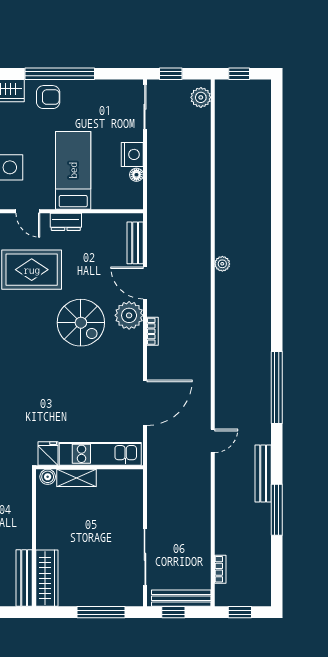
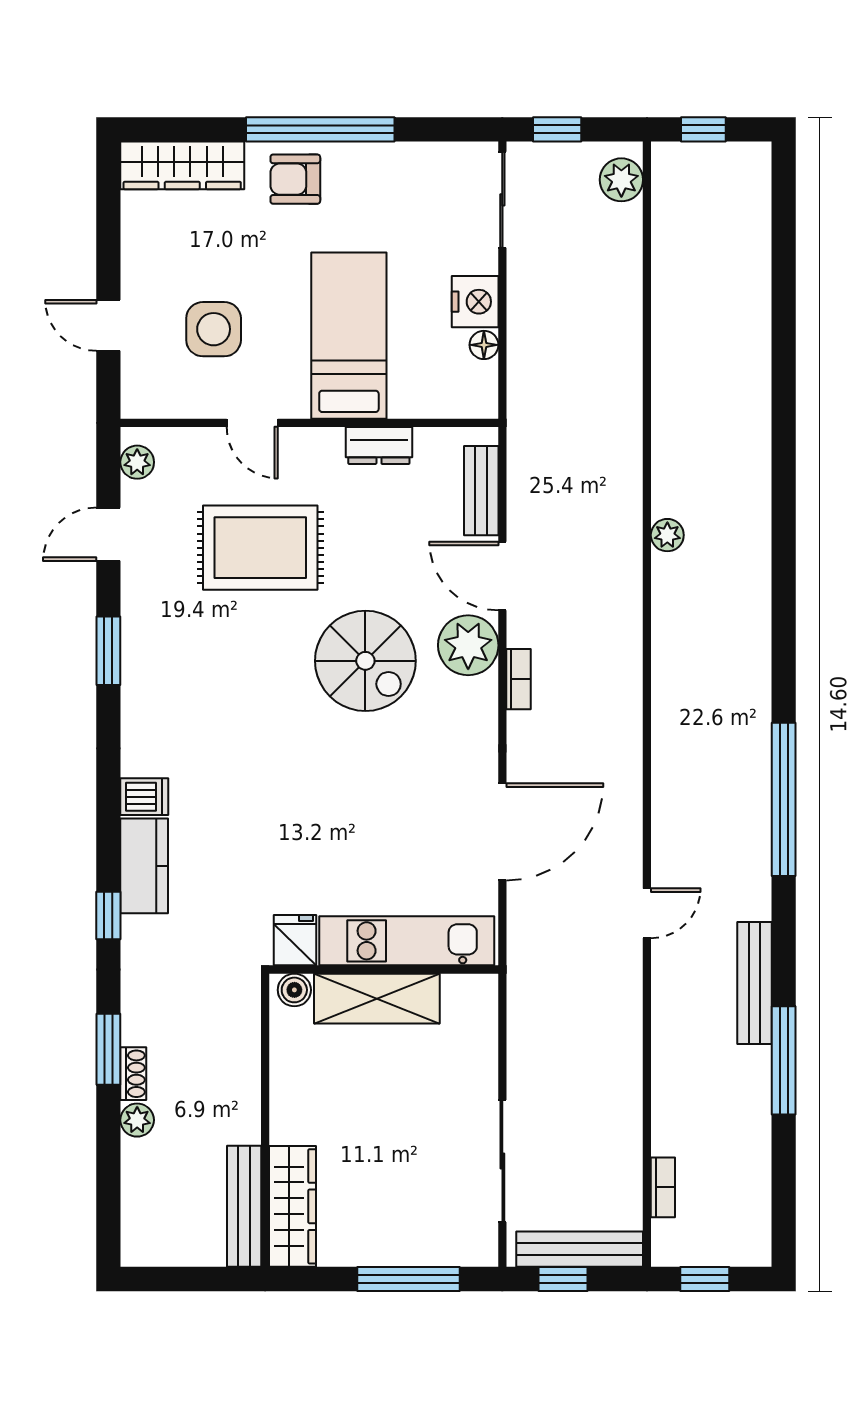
armchair: (48, 97) -> (295, 179), turned 180
dresser: (66, 222) -> (379, 446), moved
shelving: (76, 478) -> (377, 999), width x1.50, depth x1.33

